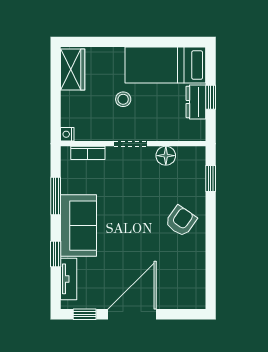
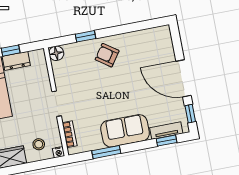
stool: (123, 99) -> (39, 144), moved
floor lamp: (166, 156) -> (56, 53), moved
window: (211, 178) -> (85, 36), moved
window: (56, 254) -> (167, 141), moved

